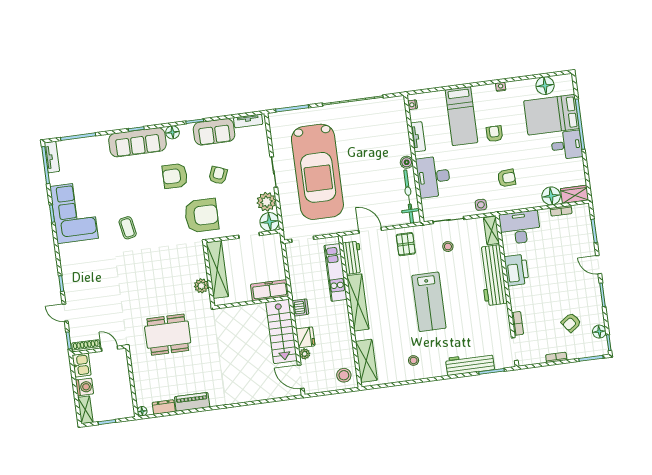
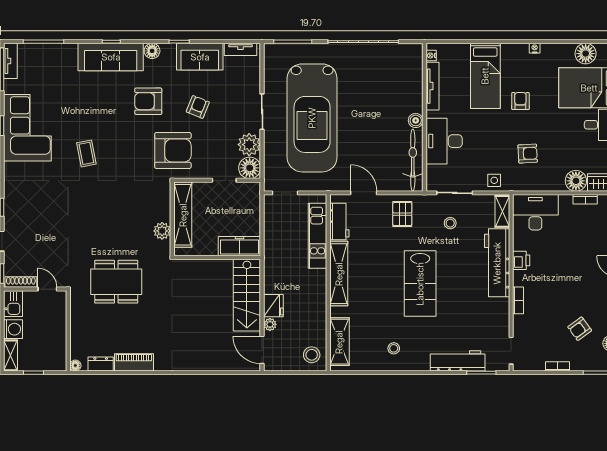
tv unit: (418, 137) -> (433, 86), width x1.41
printer: (516, 270) -> (521, 260), width x0.53, depth x0.68
dishwasher: (300, 307) -> (272, 271), removed
bookcase: (517, 323) -> (518, 300), moved

